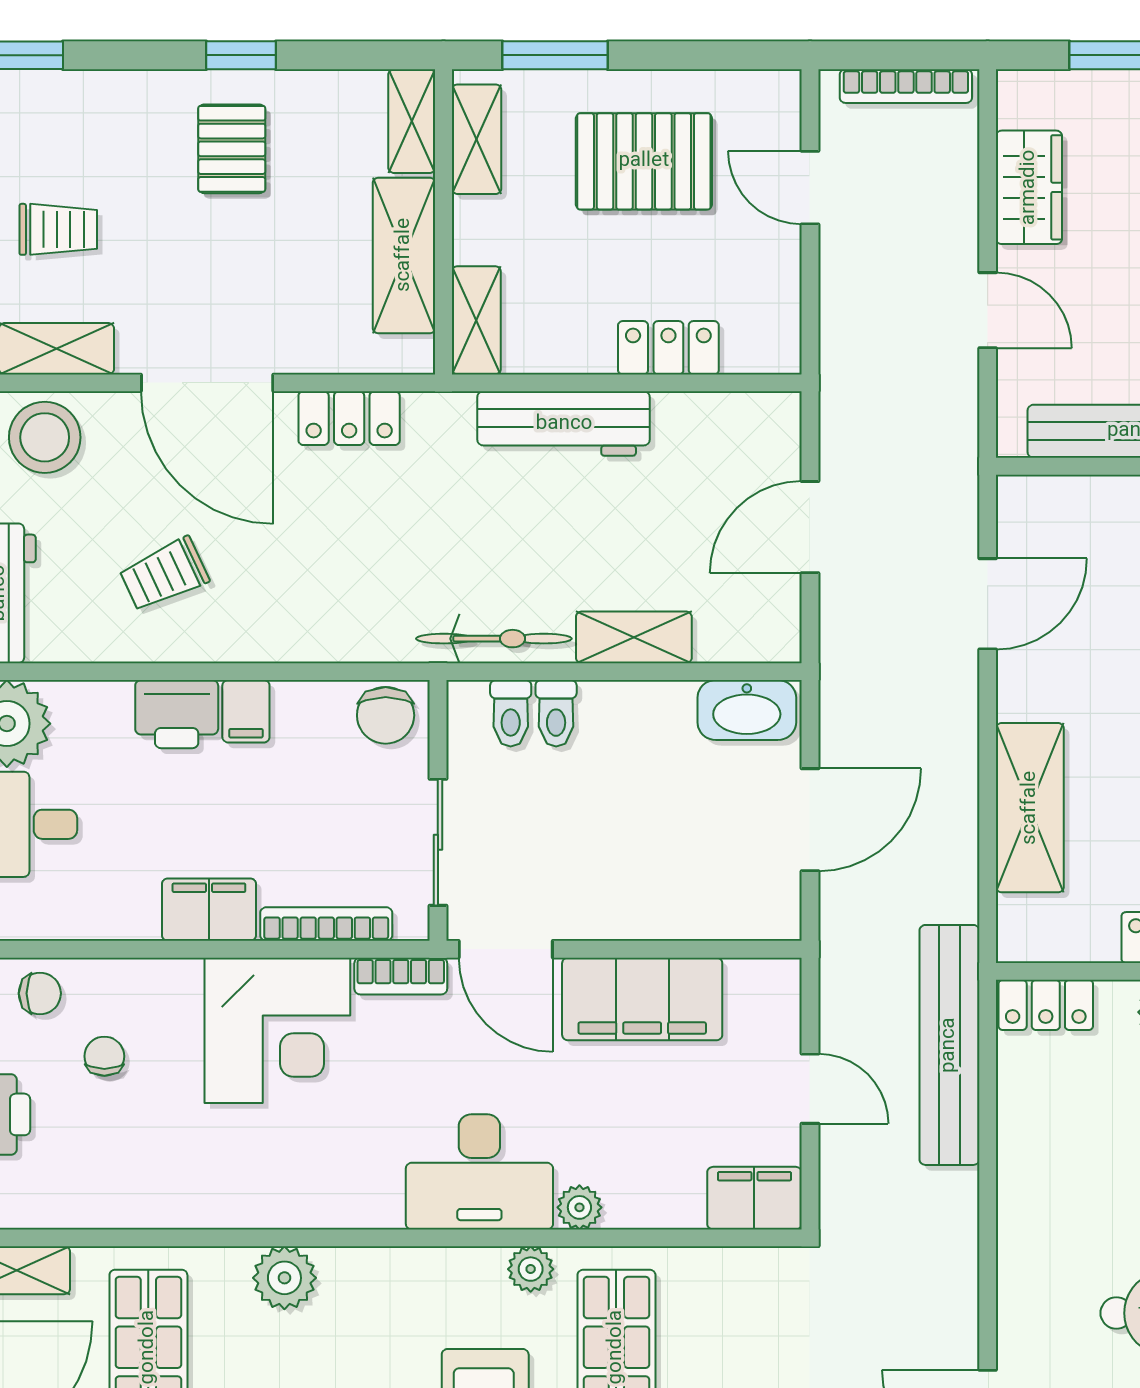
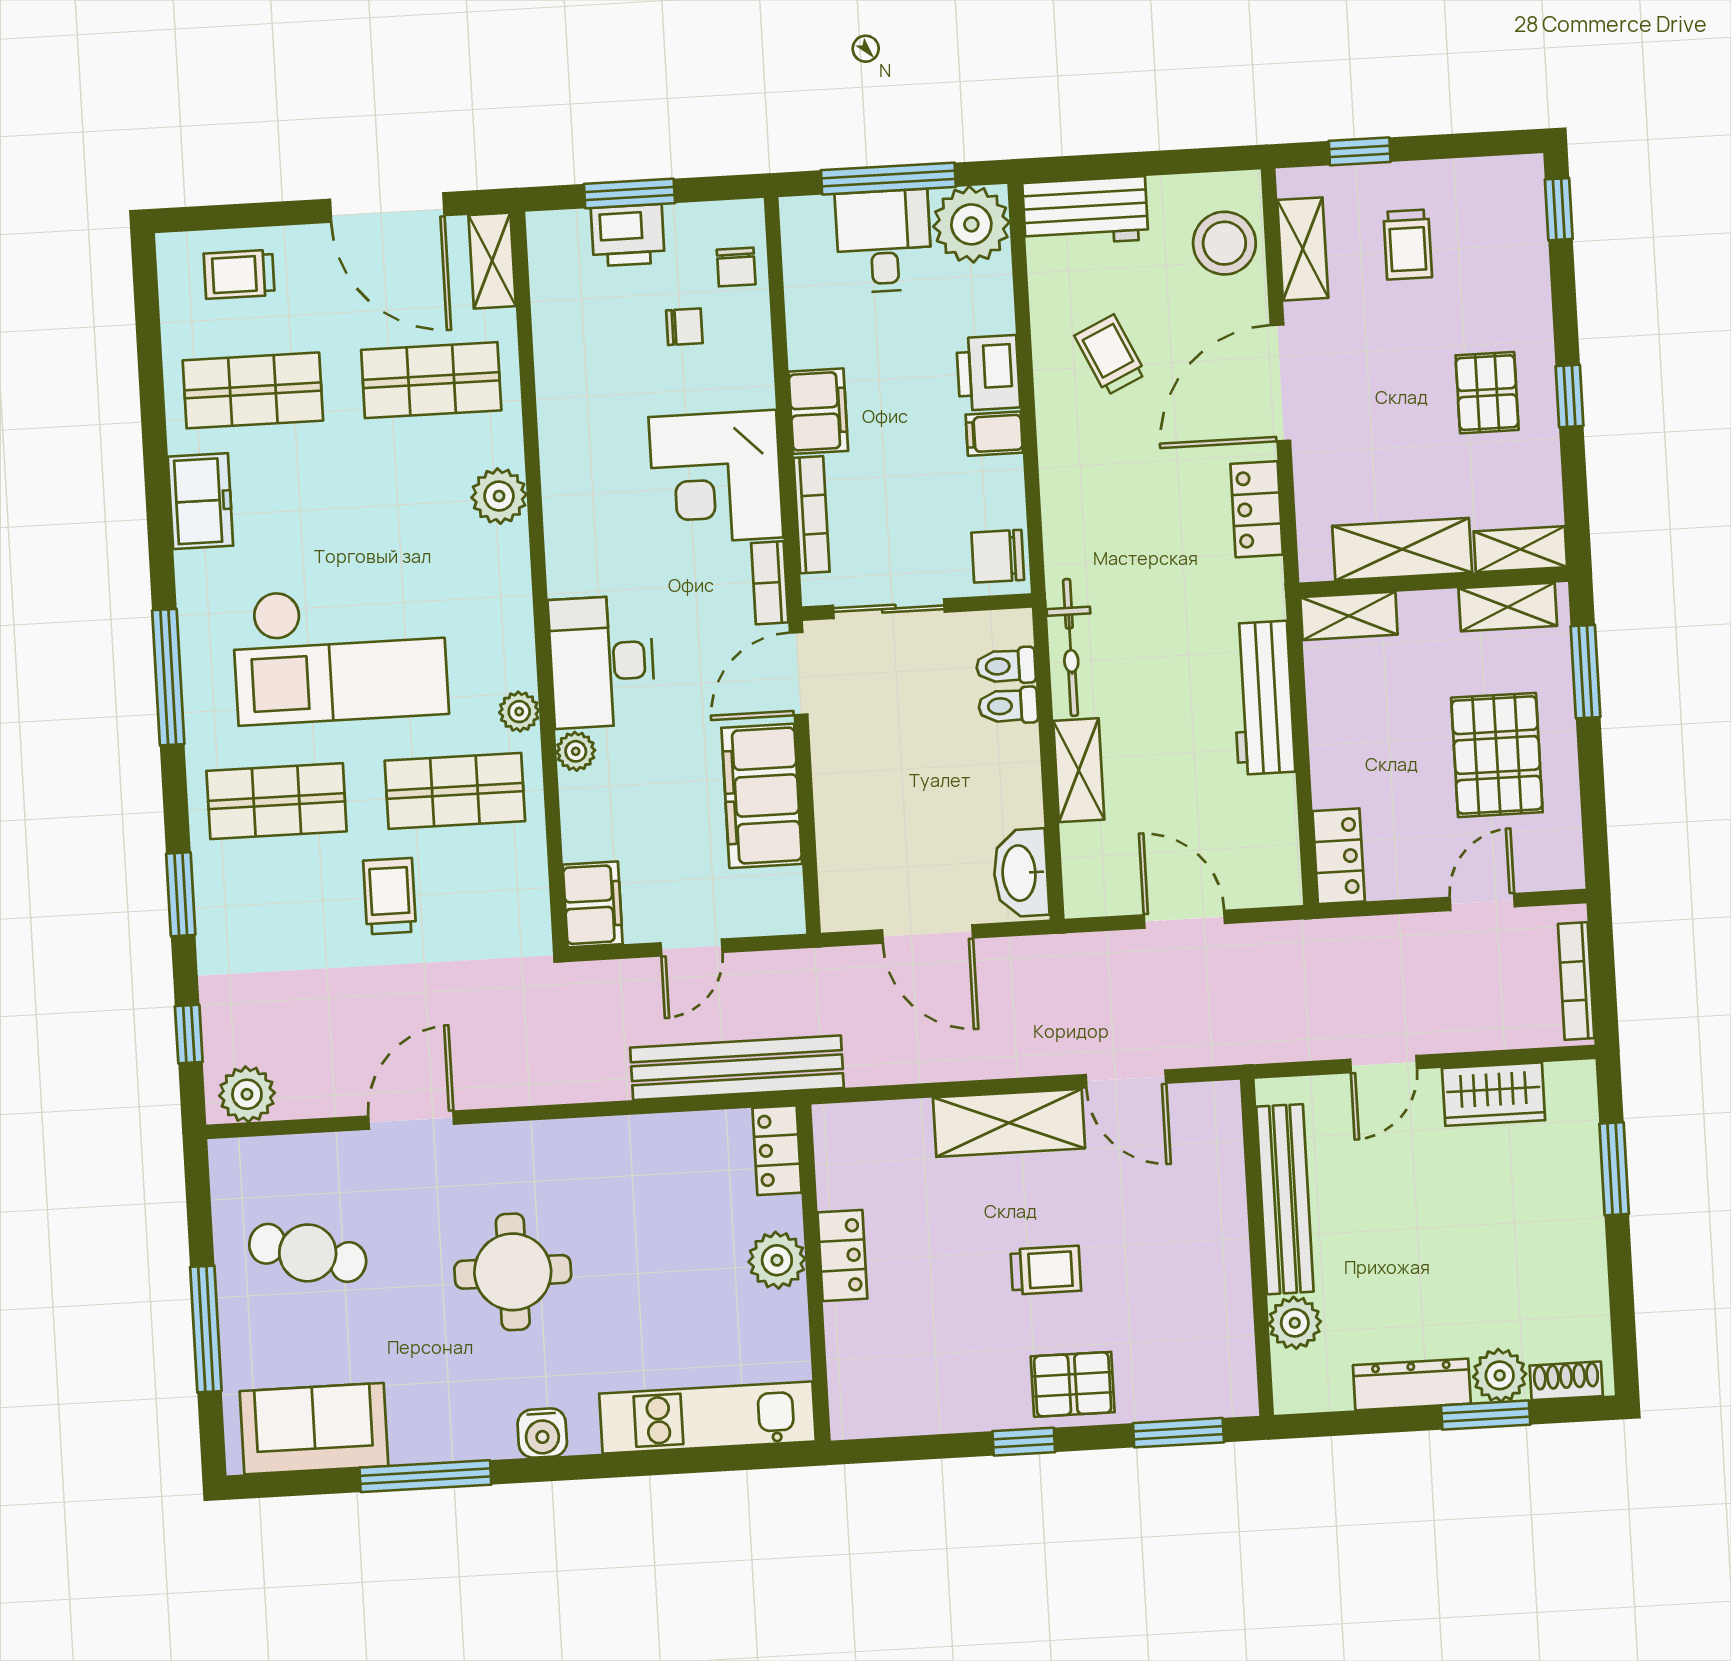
pallet: (232, 149) -> (1487, 393), turned 90
locker: (668, 348) -> (1339, 856), moved
shelving: (1030, 808) -> (1009, 1123), moved

